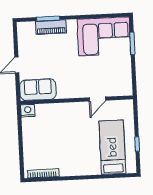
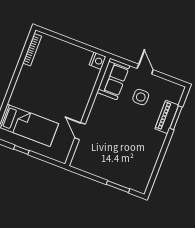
corner sofa: (104, 36) -> (136, 163), removed
side table: (43, 58) -> (141, 97), added

